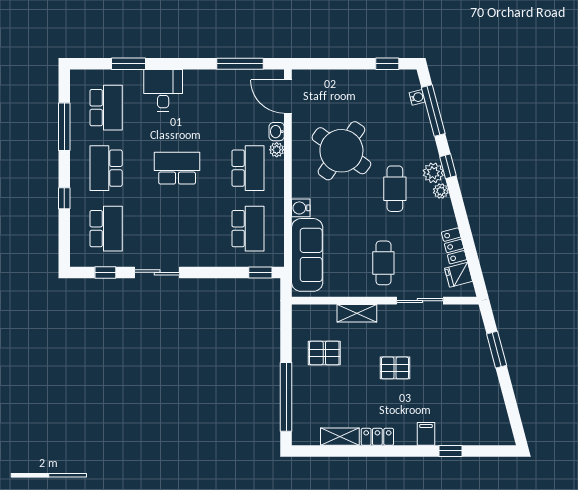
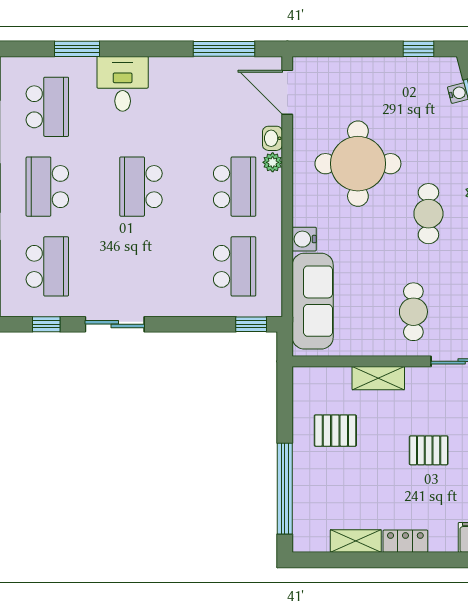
round table: (341, 151) -> (358, 164), turned -35
school desk: (177, 168) -> (141, 187), turned -90

